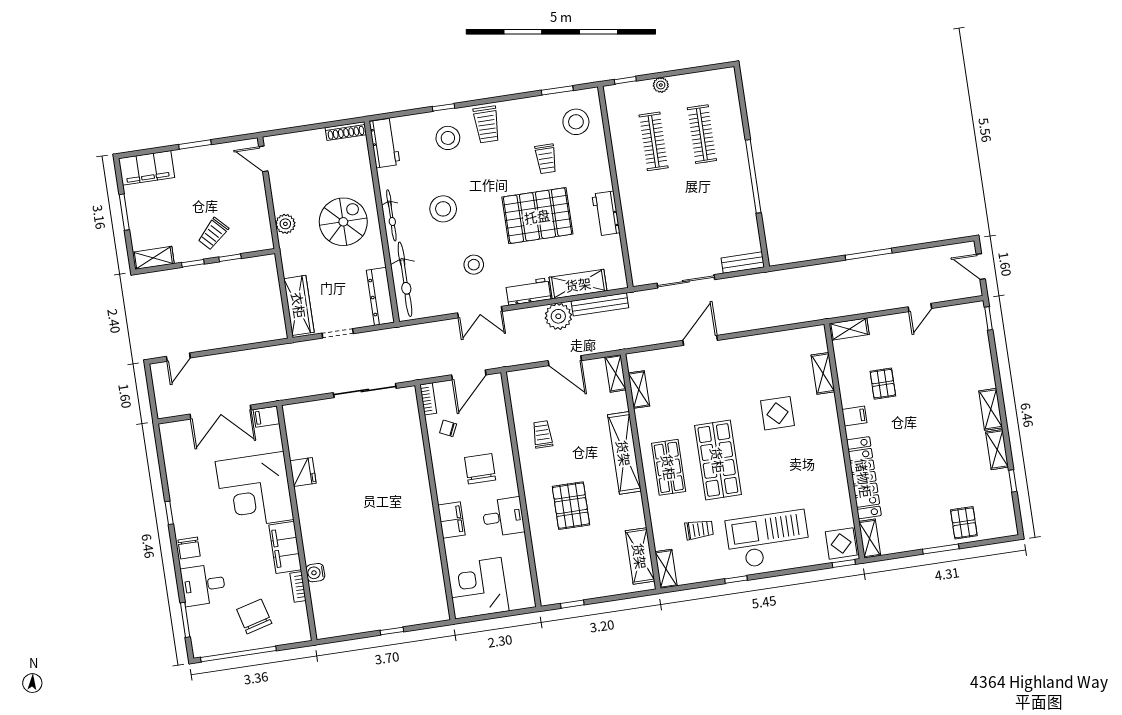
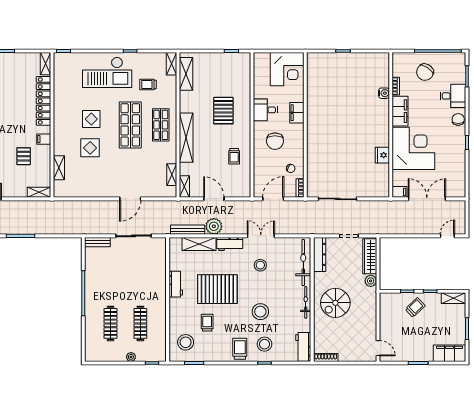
stool: (443, 209) -> (260, 312), moved
plant: (285, 224) -> (371, 281), moved
display table: (841, 543) -> (91, 119), moved
chair: (254, 616) -> (425, 72), turned 49

